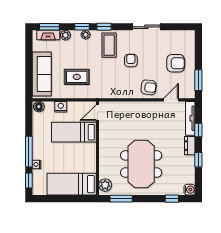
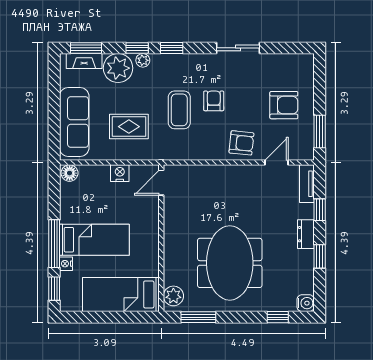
plant: (65, 35) -> (118, 68), width x1.87, depth x1.87
coffee table: (109, 45) -> (179, 110), moved
nightstand: (61, 107) -> (120, 173), moved
tv unit: (190, 118) -> (307, 184), width x0.71
bed: (74, 132) -> (94, 240), moved, turned 180

